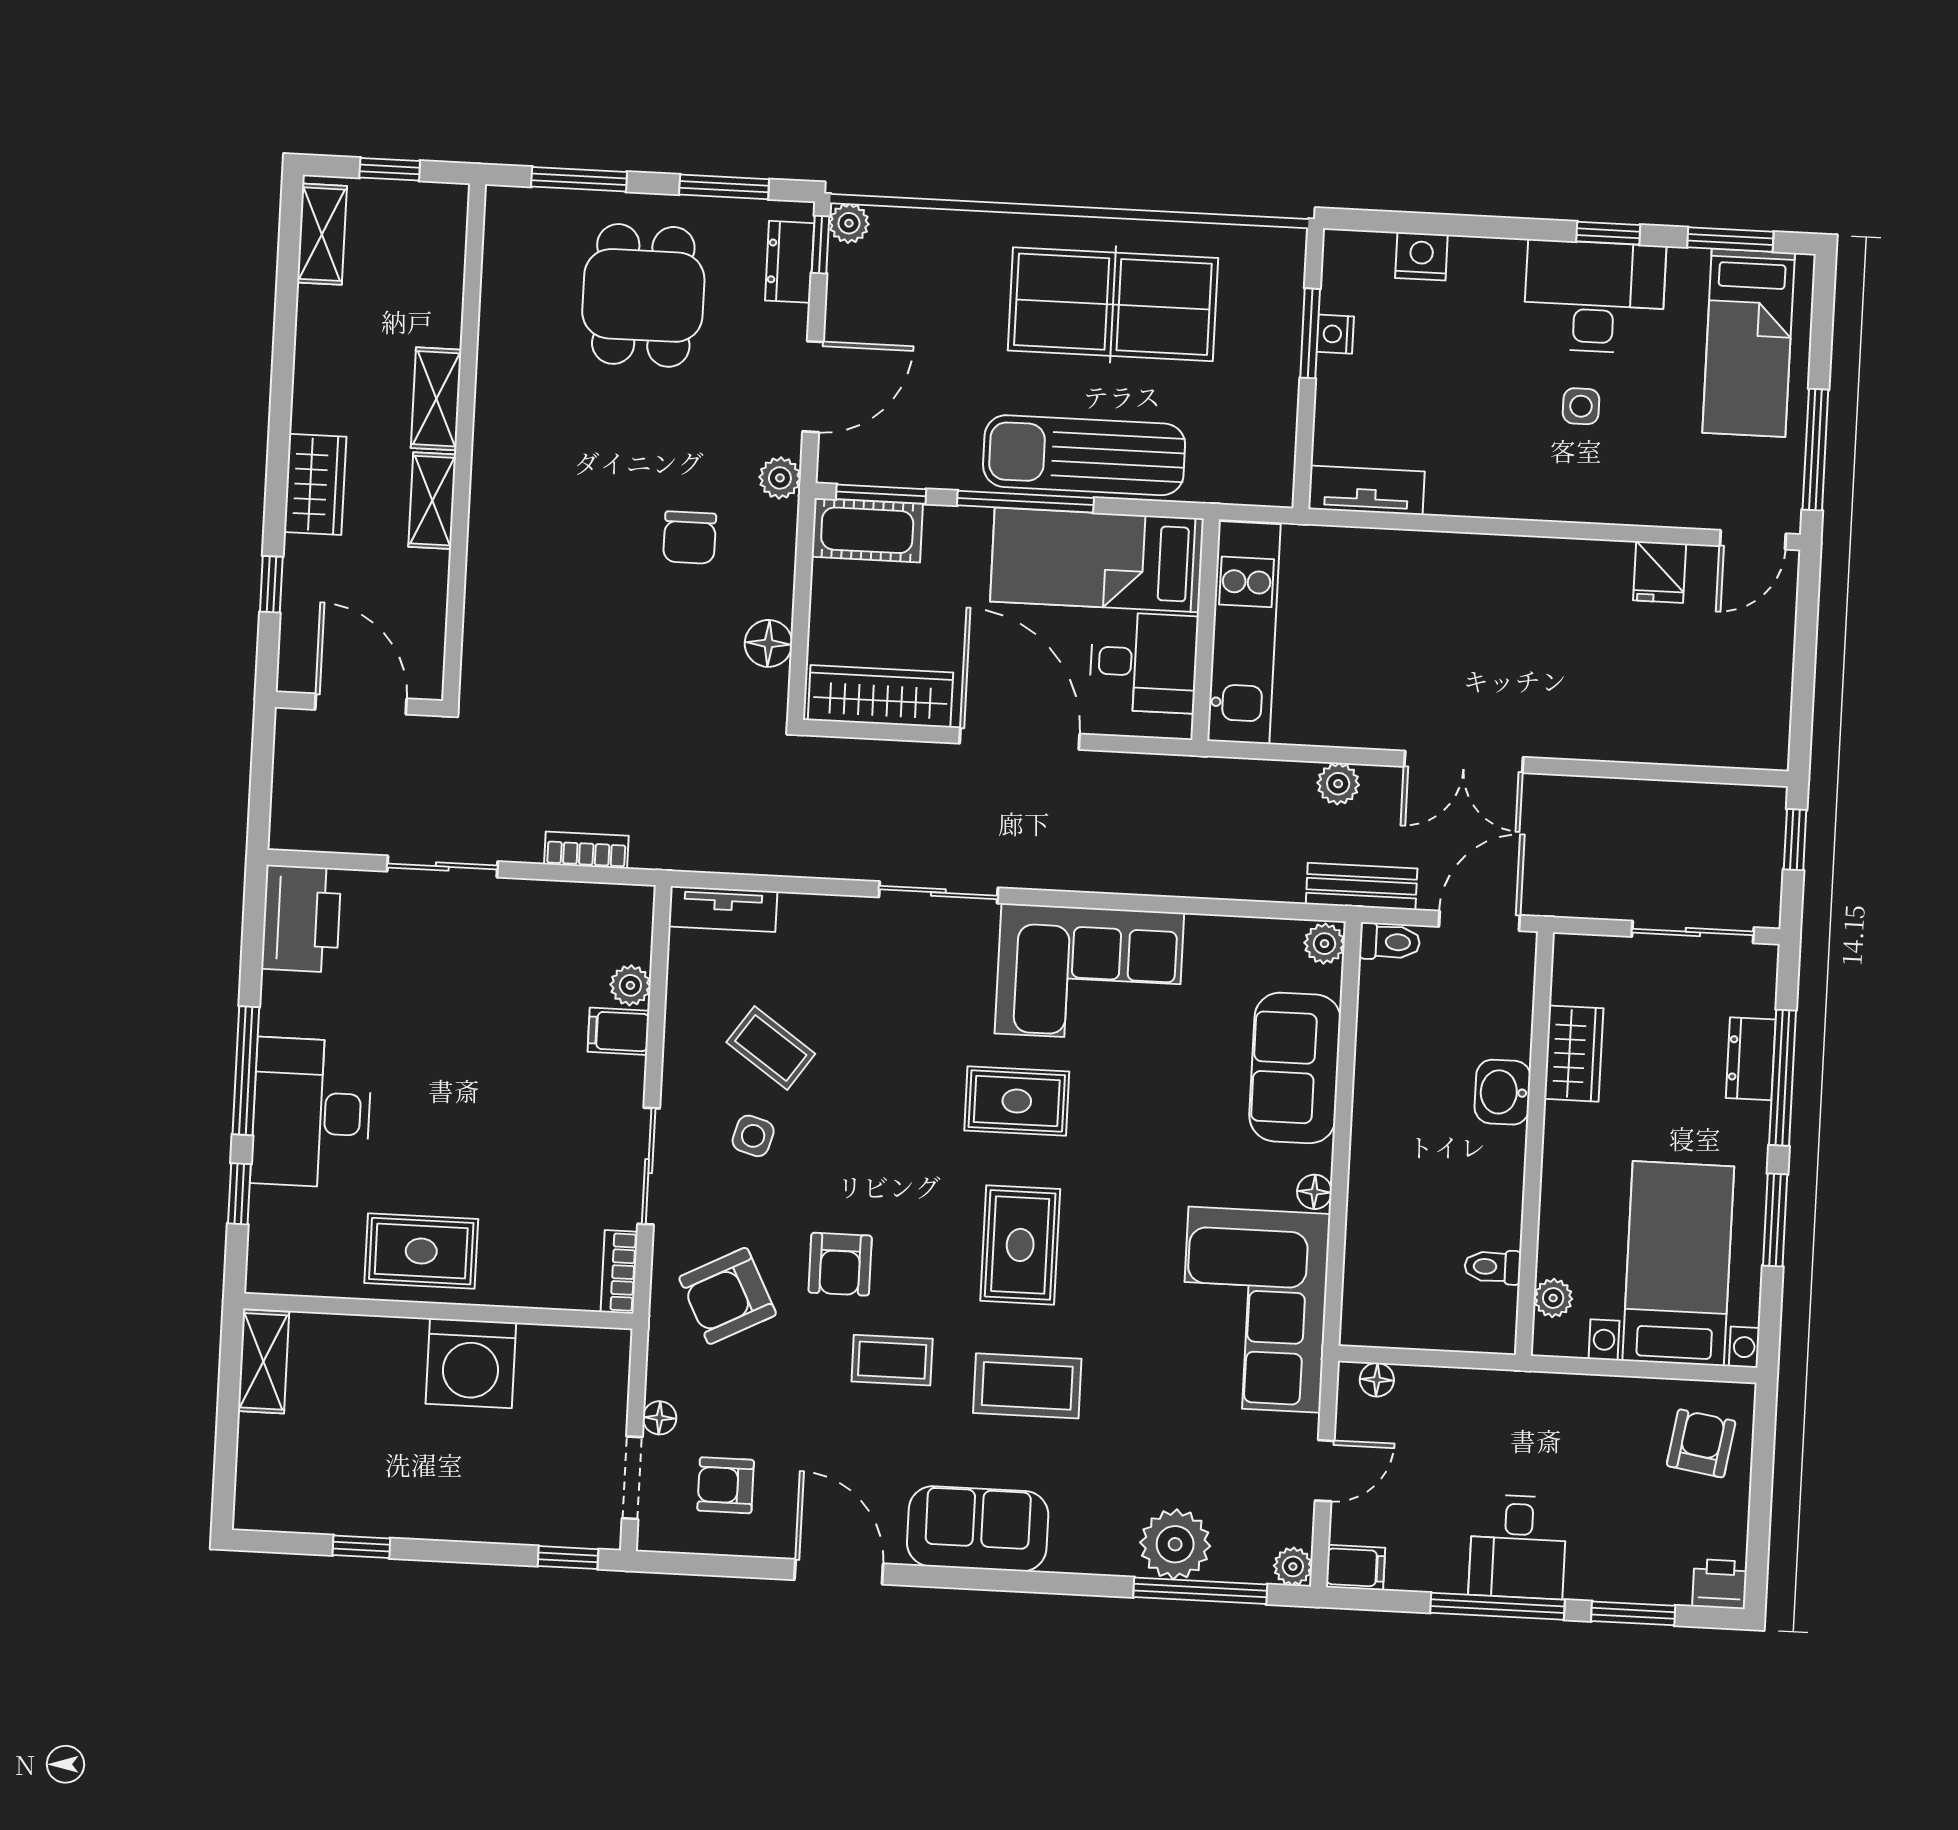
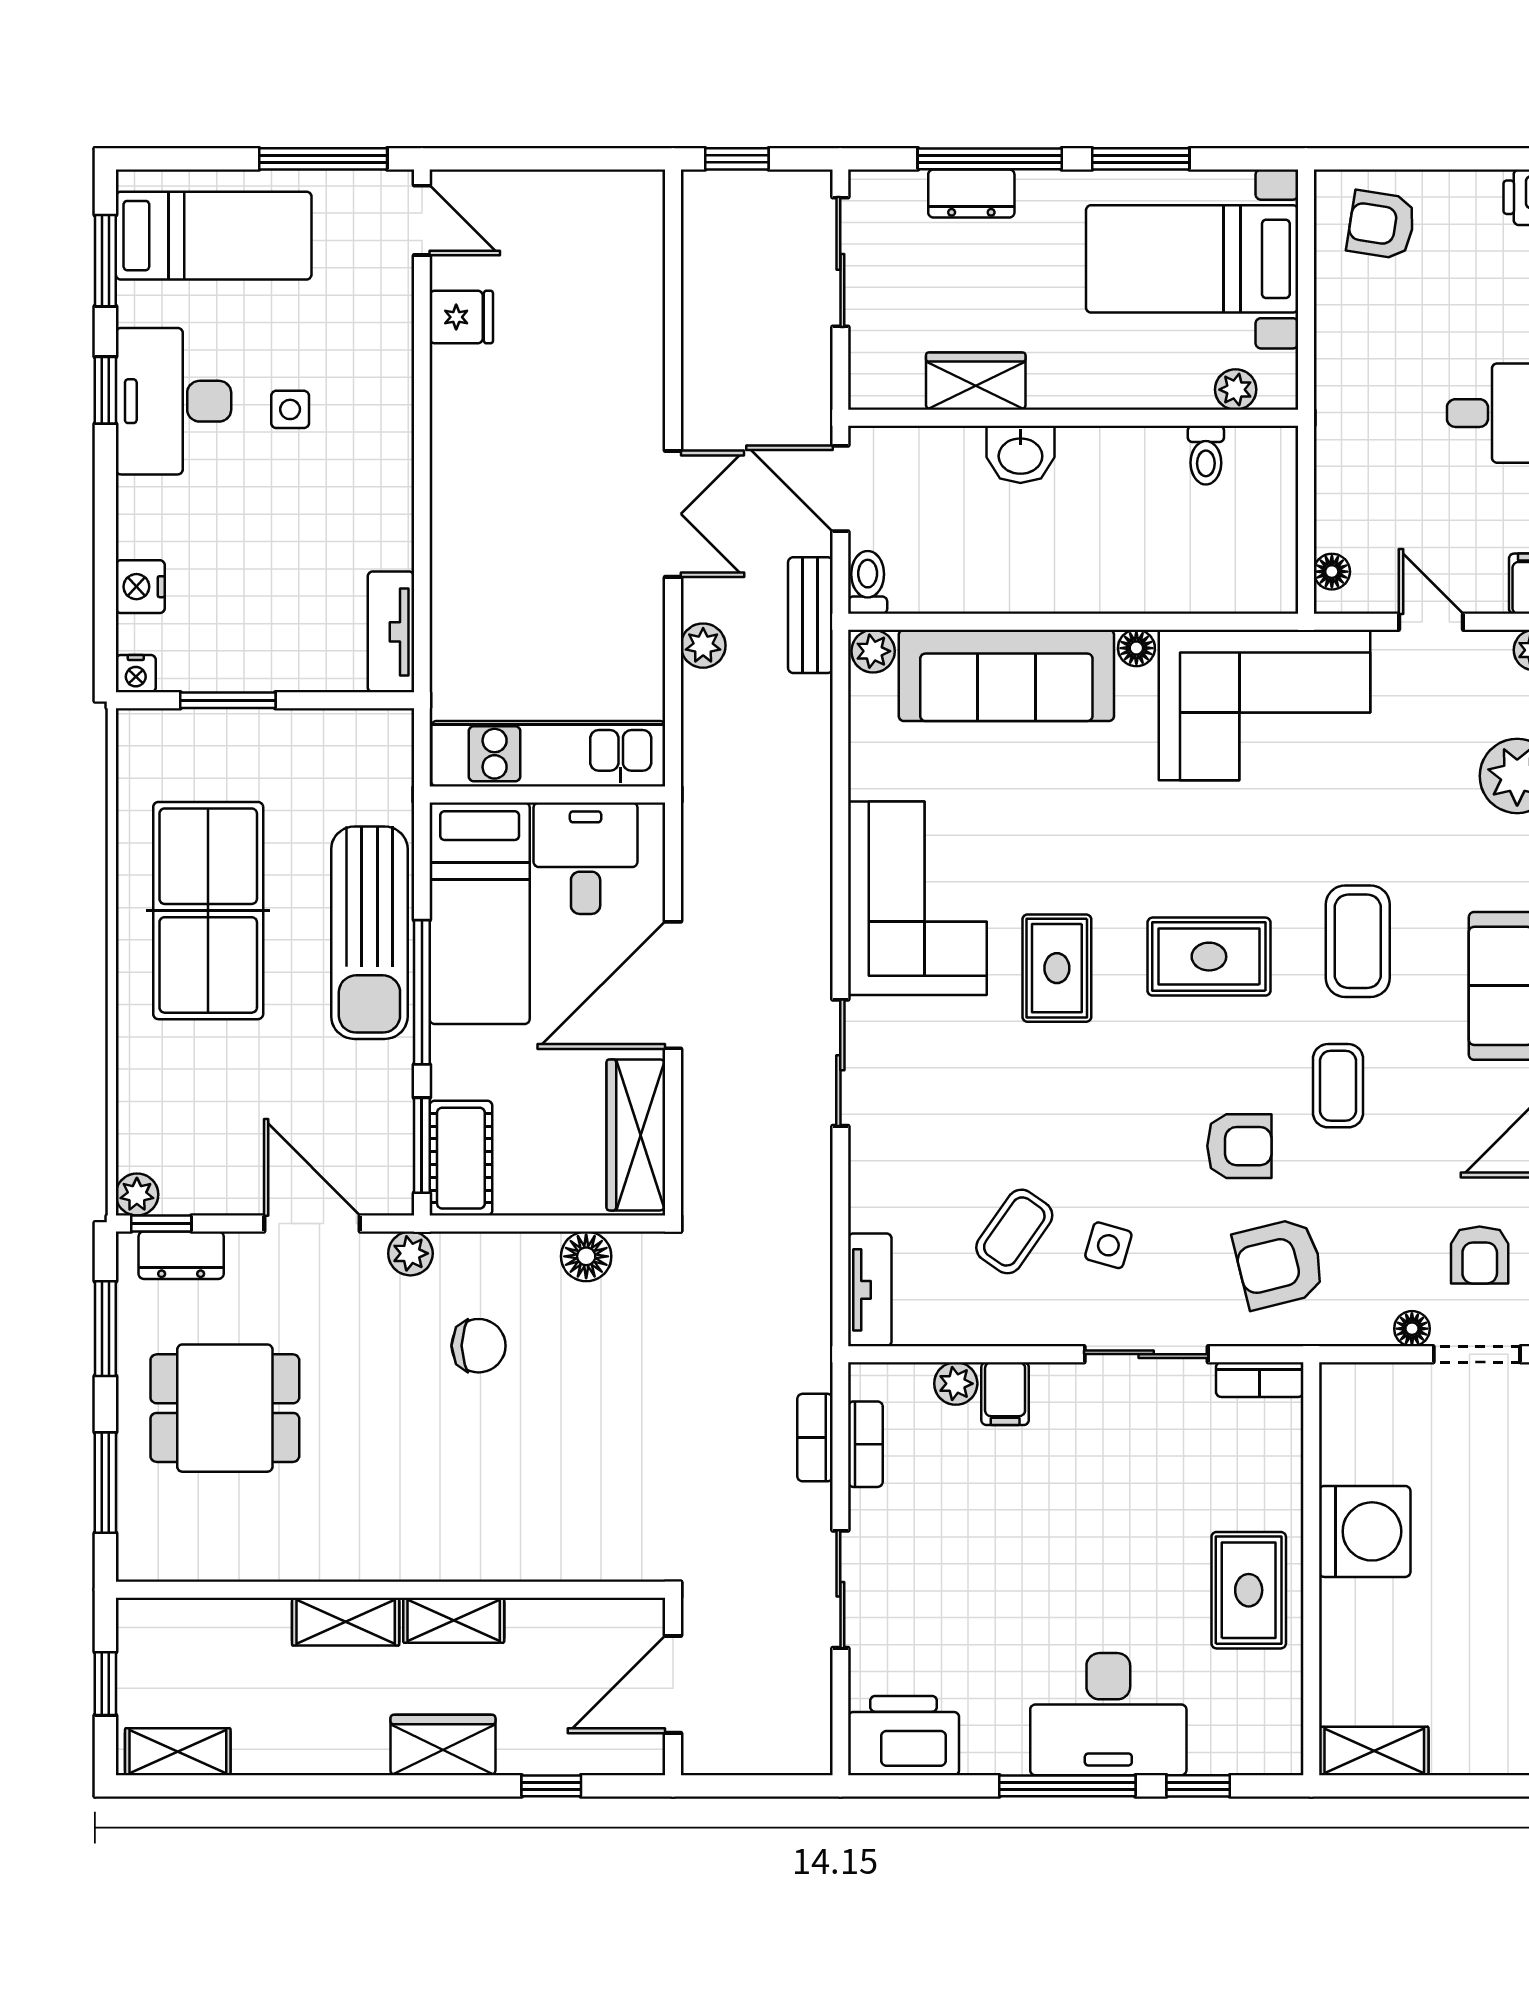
nightstand: (1335, 334) -> (136, 674), moved
bookcase: (578, 897) -> (865, 1444), added
sofa: (1295, 1068) -> (1006, 675), width x1.36
armchair: (728, 1296) -> (1279, 1263), turned 103

